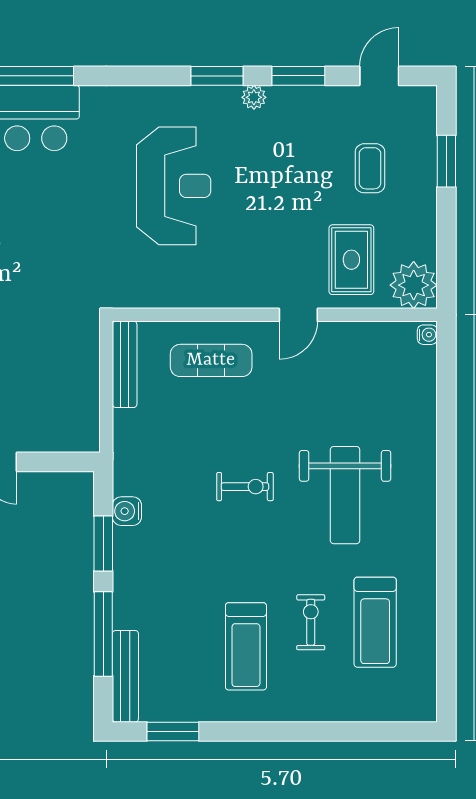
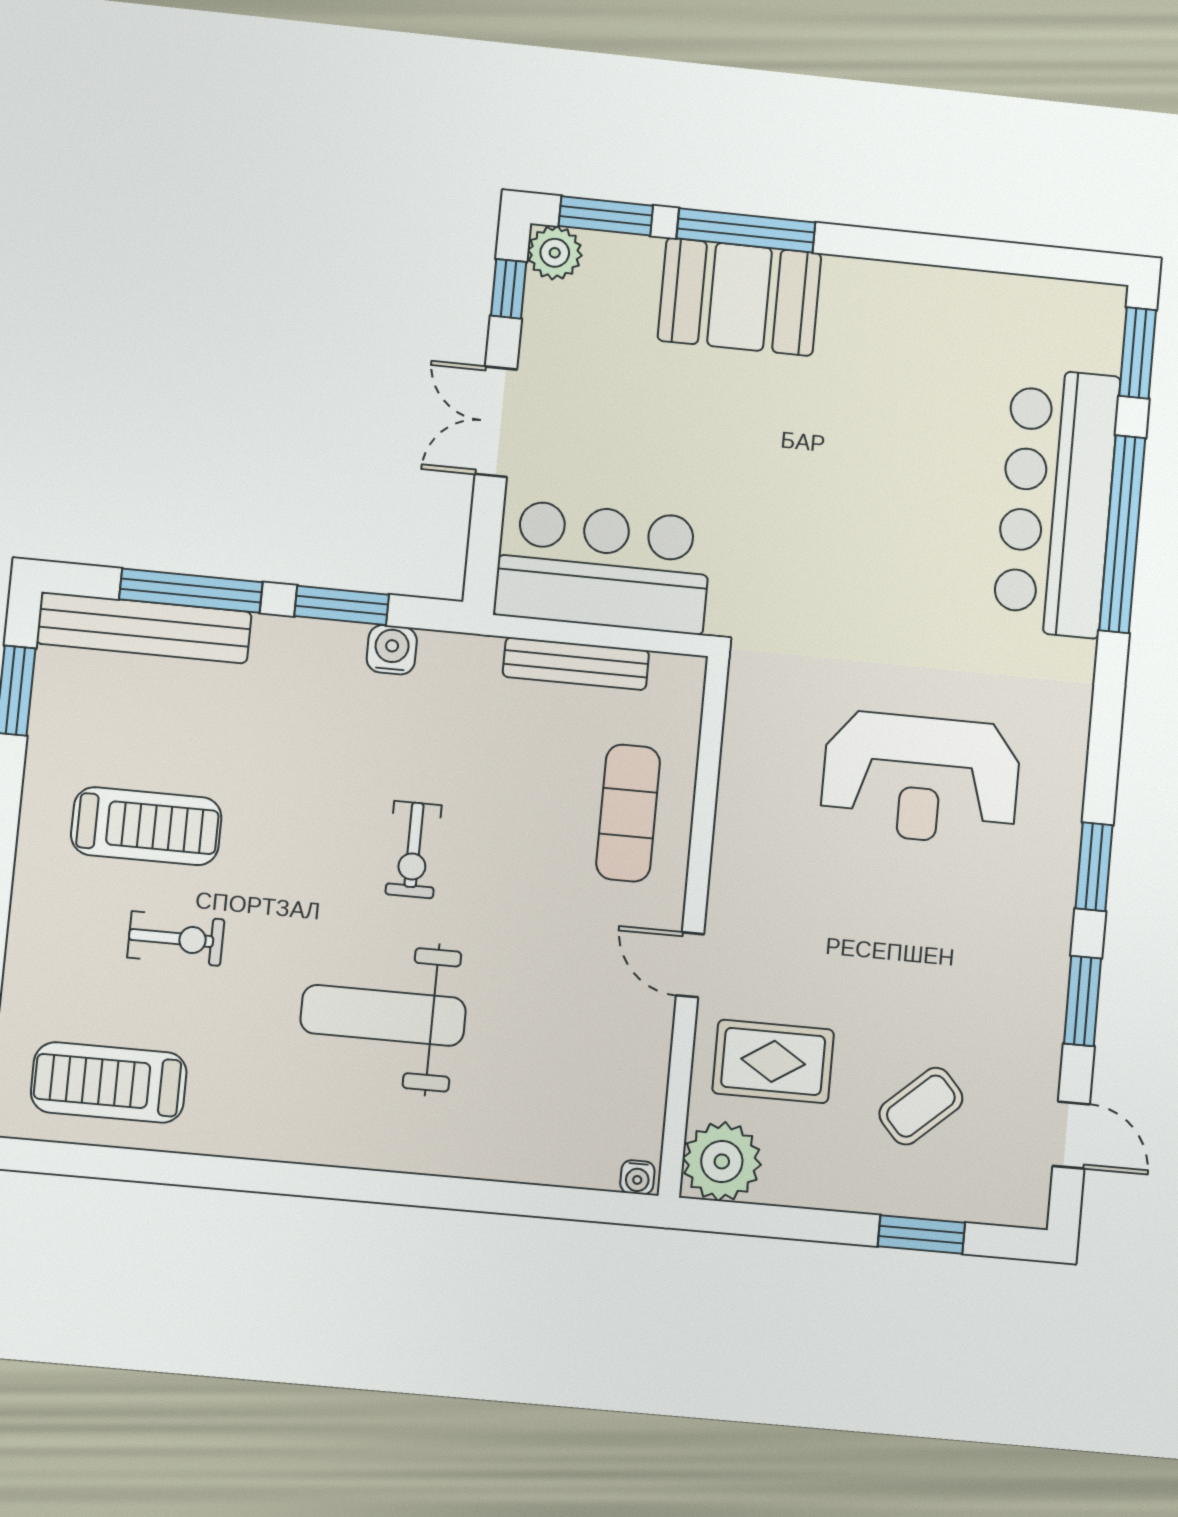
plant: (254, 97) -> (1054, 924), removed
coffee table: (370, 168) -> (921, 1106), turned -42
bench: (125, 364) -> (576, 664), moved
bar counter: (65, 389) -> (603, 567), added
treadmill: (375, 622) -> (109, 1082), moved
treadmill: (246, 646) -> (146, 826), turned 180
bench: (125, 676) -> (144, 628), width x1.37, depth x1.21

